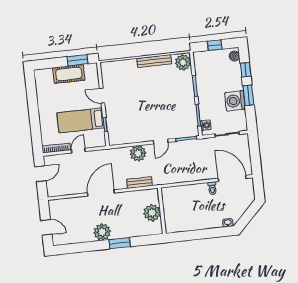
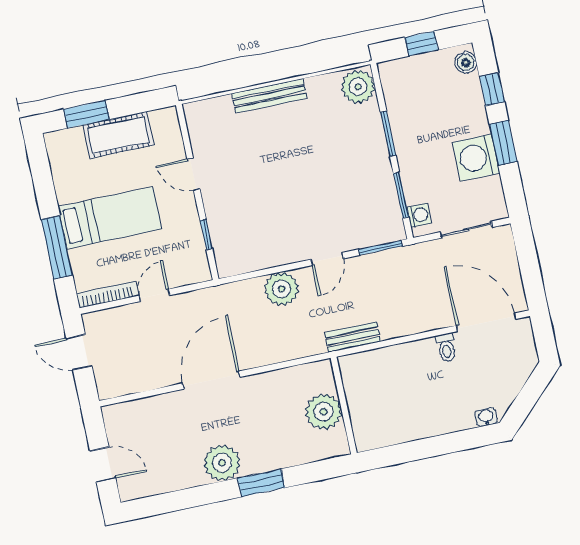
window: (77, 60) -> (86, 114), moved
bench: (154, 61) -> (269, 96), moved
bed: (81, 120) -> (110, 218), moved, turned 180
window: (35, 124) -> (57, 247), added
door: (40, 174) -> (79, 352), swing flipped
bench: (139, 182) -> (353, 337), moved

